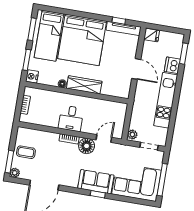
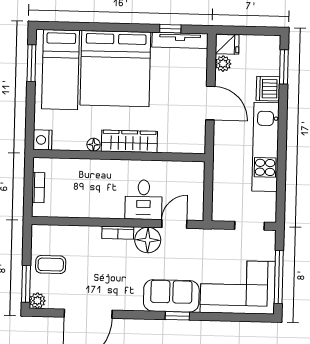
window: (27, 60) -> (30, 114), removed
desk: (71, 118) -> (144, 200), moved
plant: (132, 135) -> (223, 64), moved

